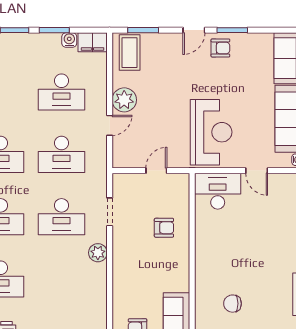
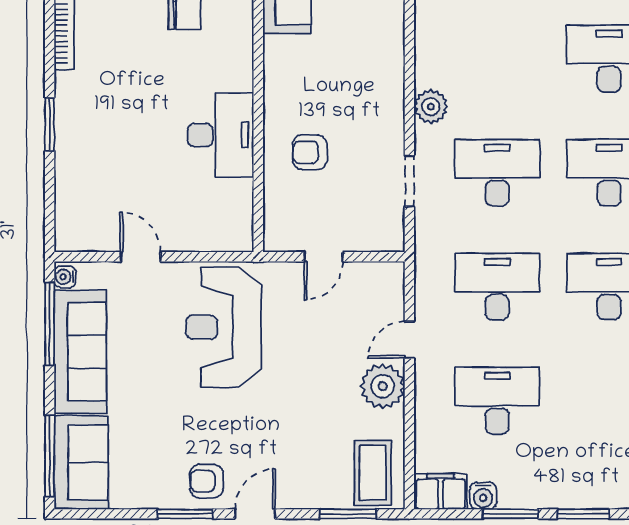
desk: (218, 191) -> (221, 135), moved, turned -90

